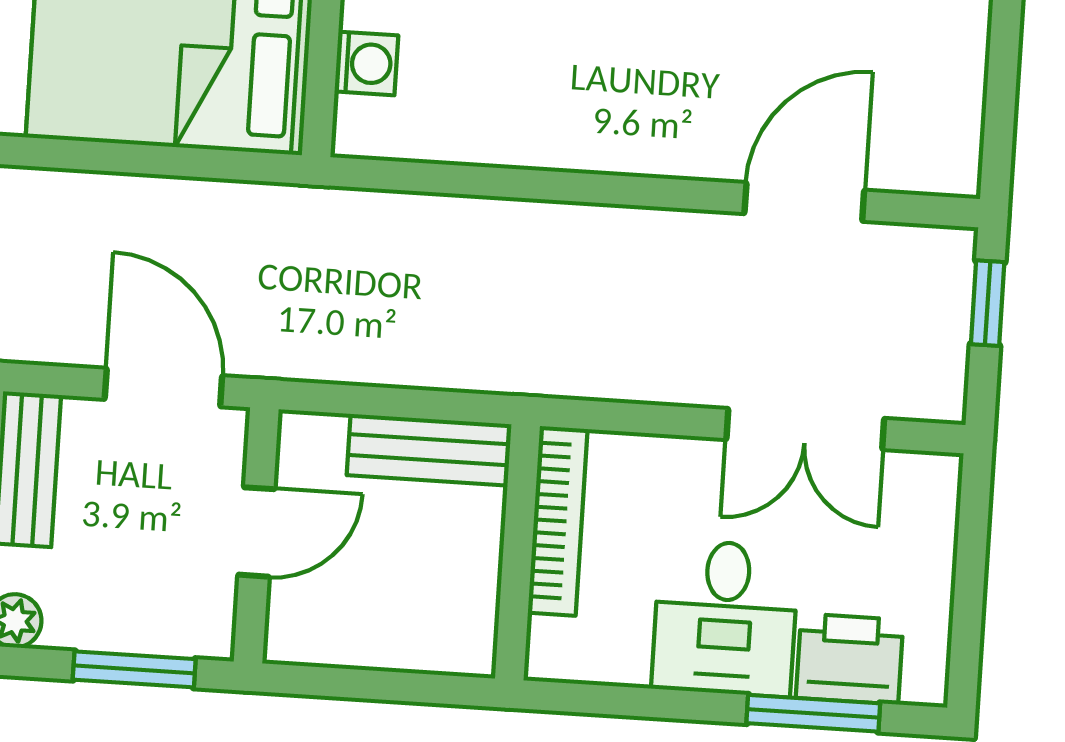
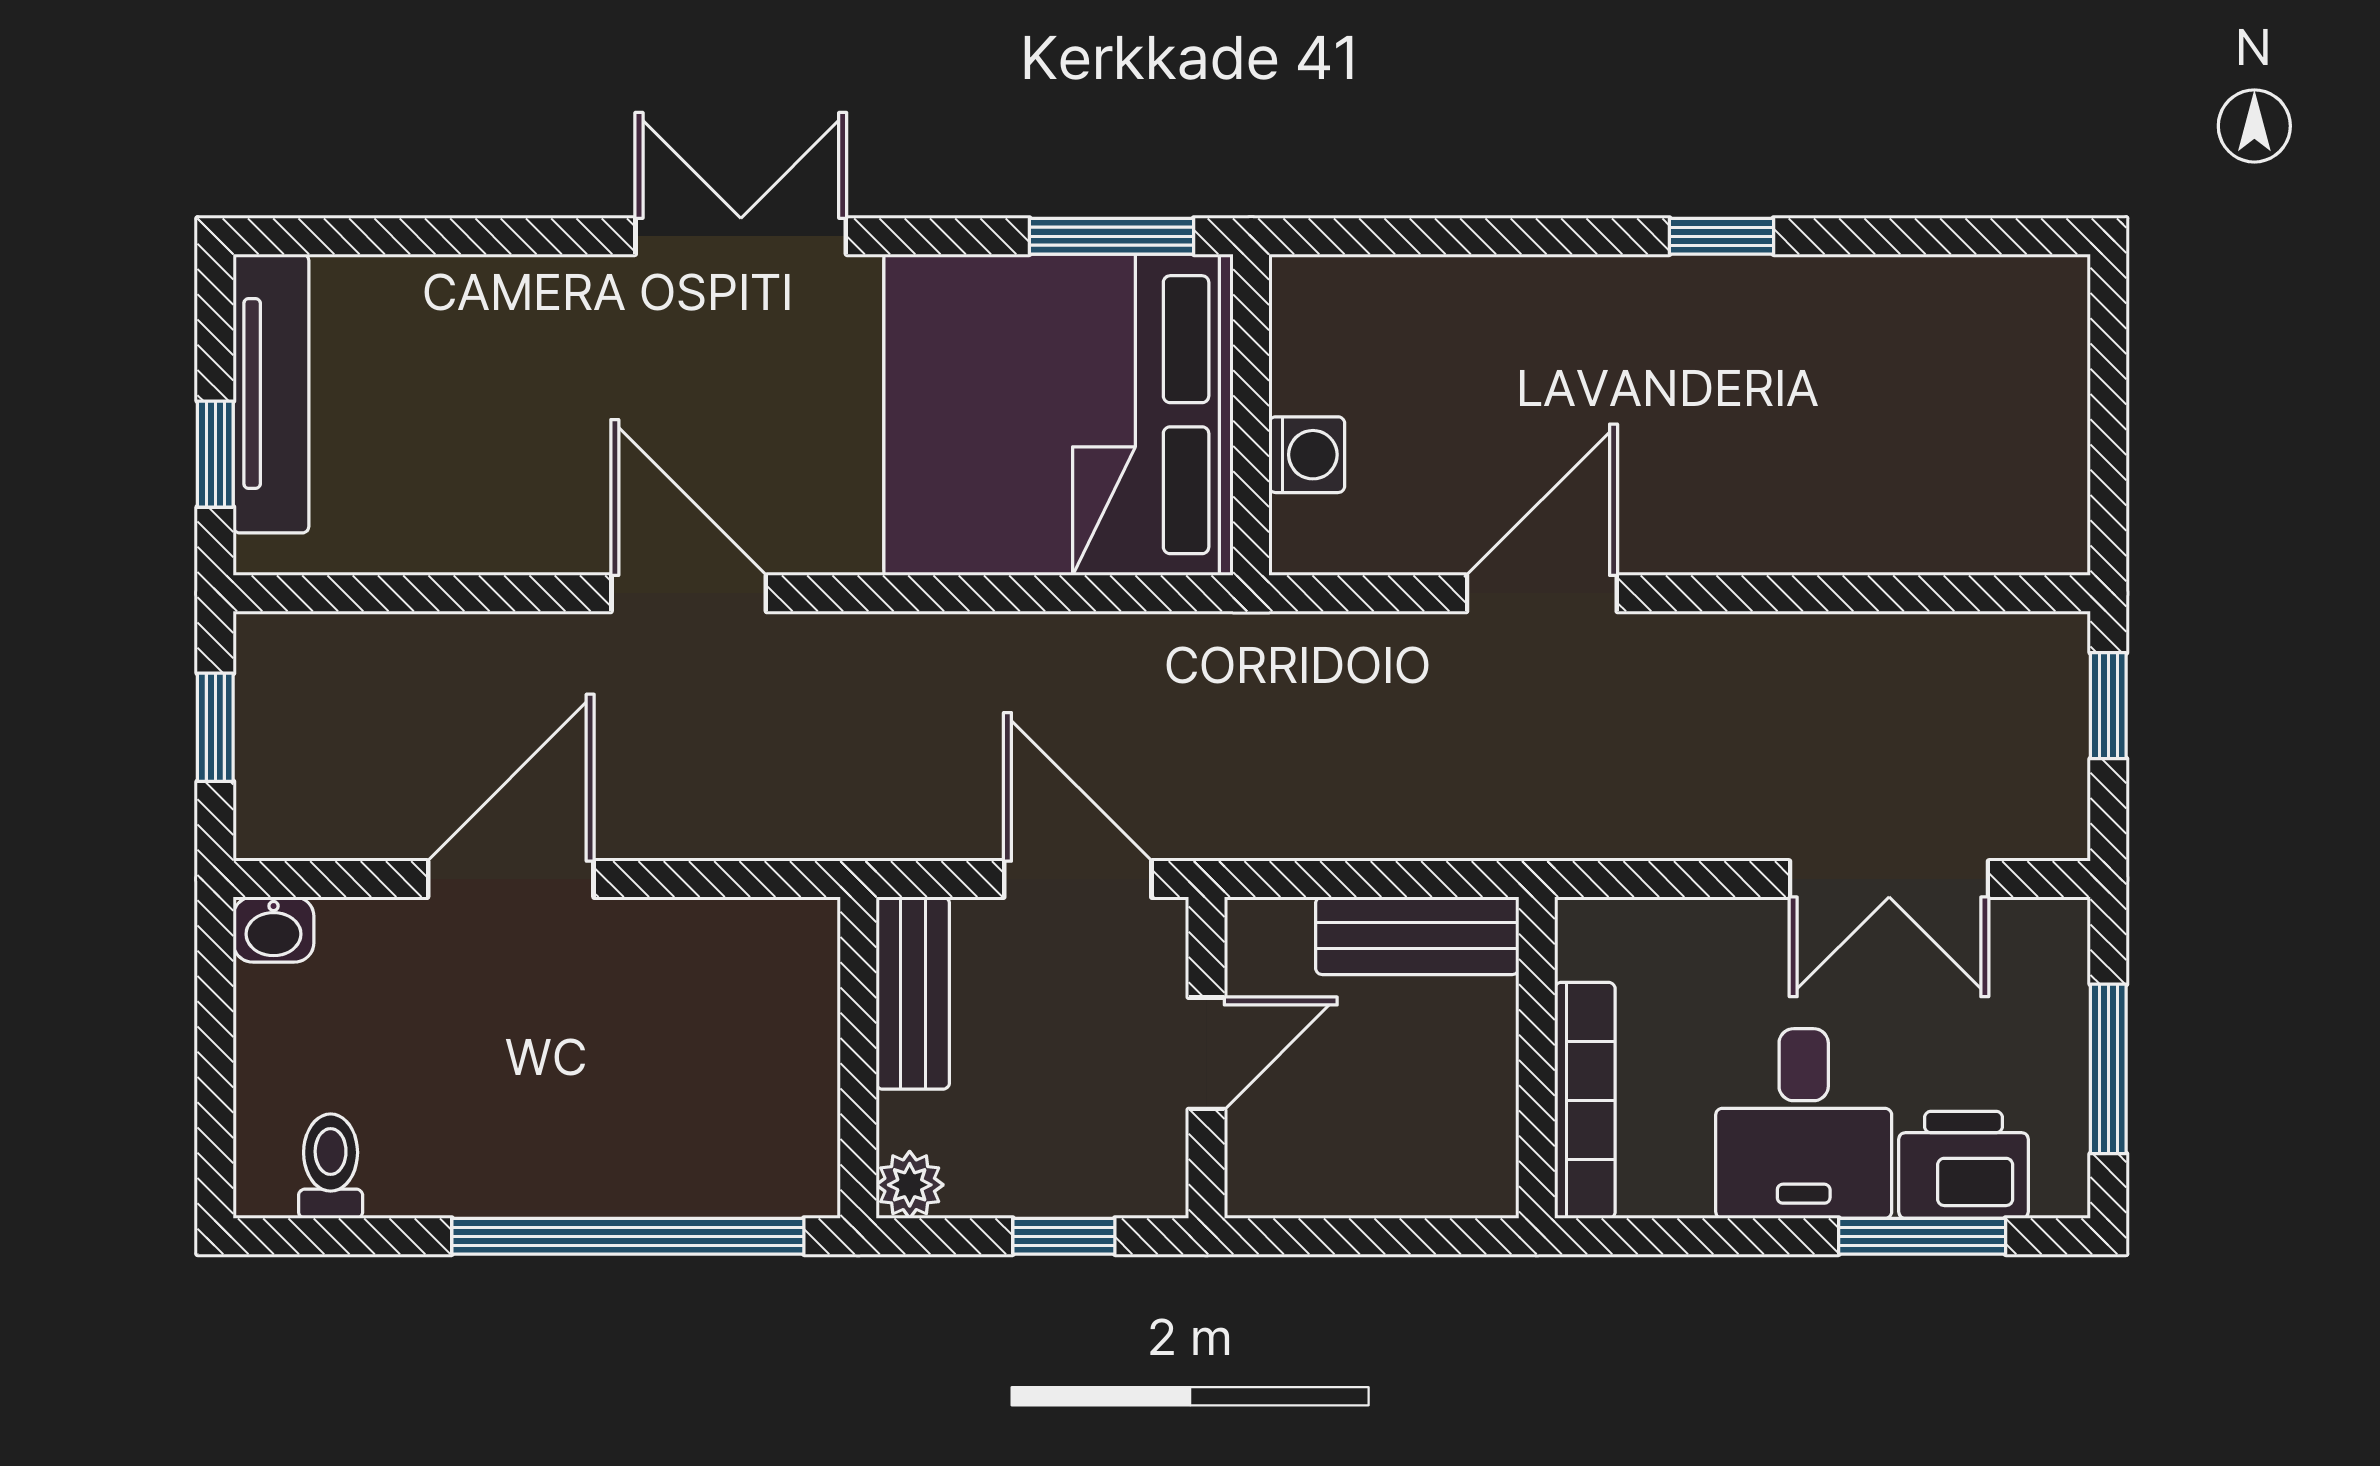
door: (804, 202) -> (1542, 593), moved
bookcase: (558, 521) -> (1585, 1100), moved
window: (969, 591) -> (2108, 1069), added
window: (134, 669) -> (1064, 1236), width x0.67

